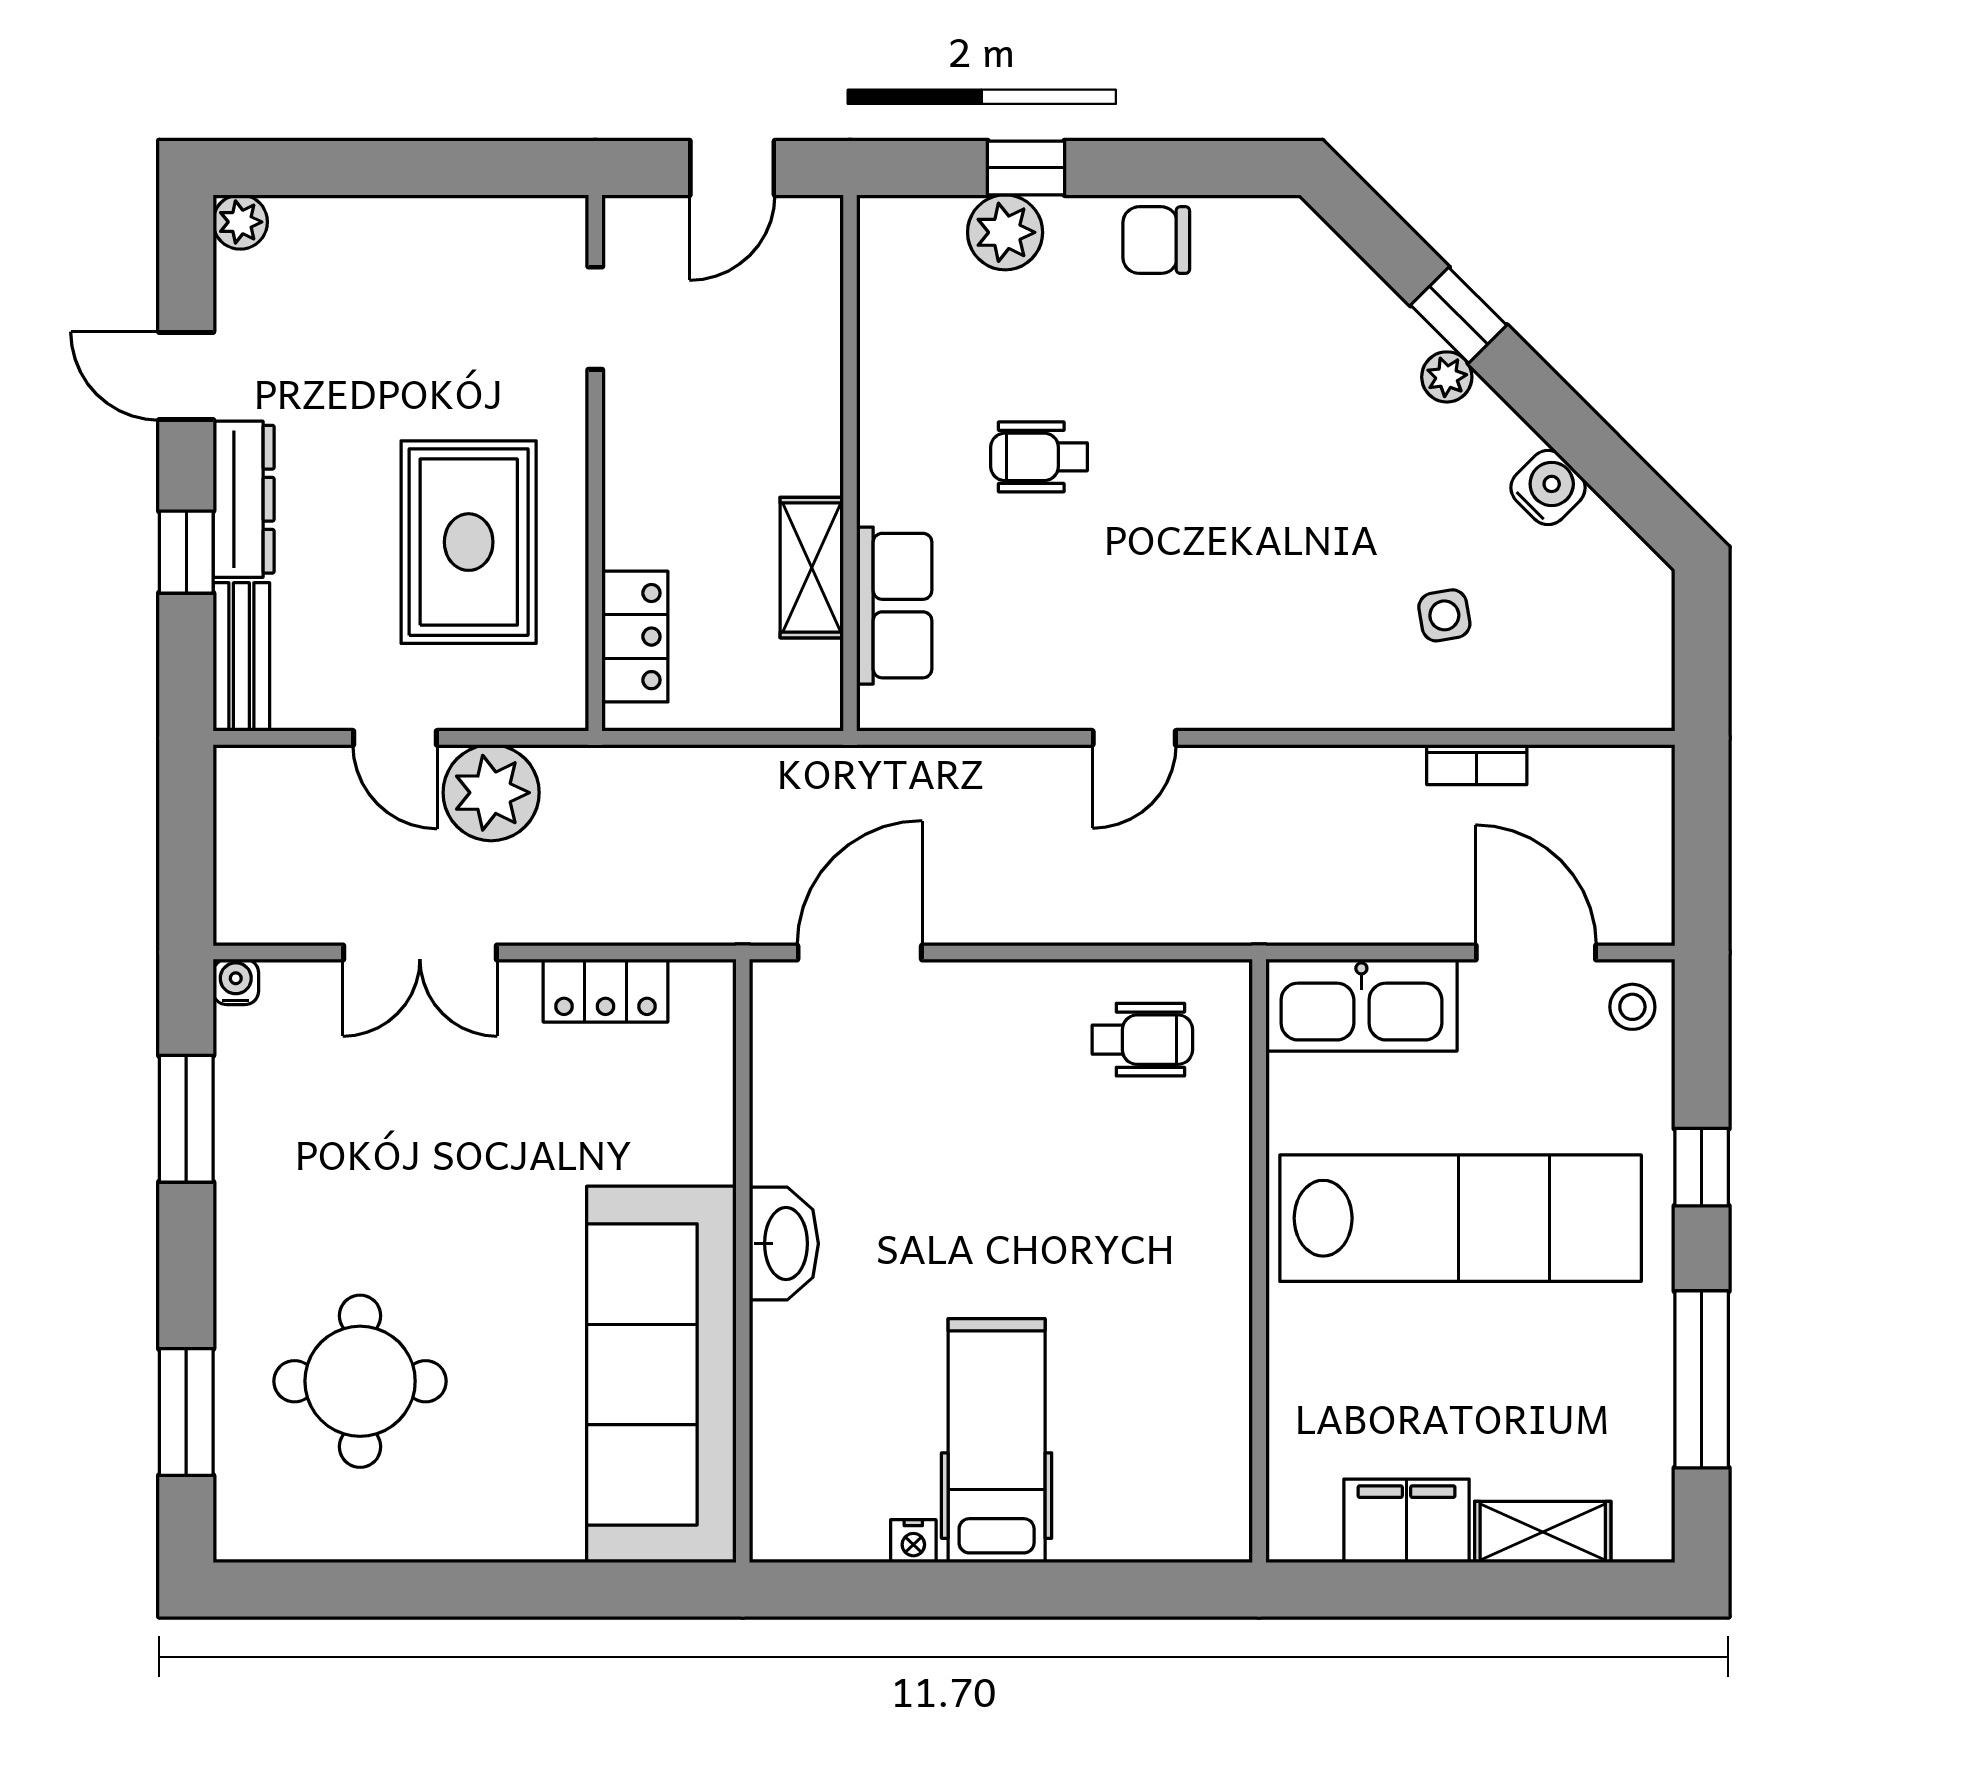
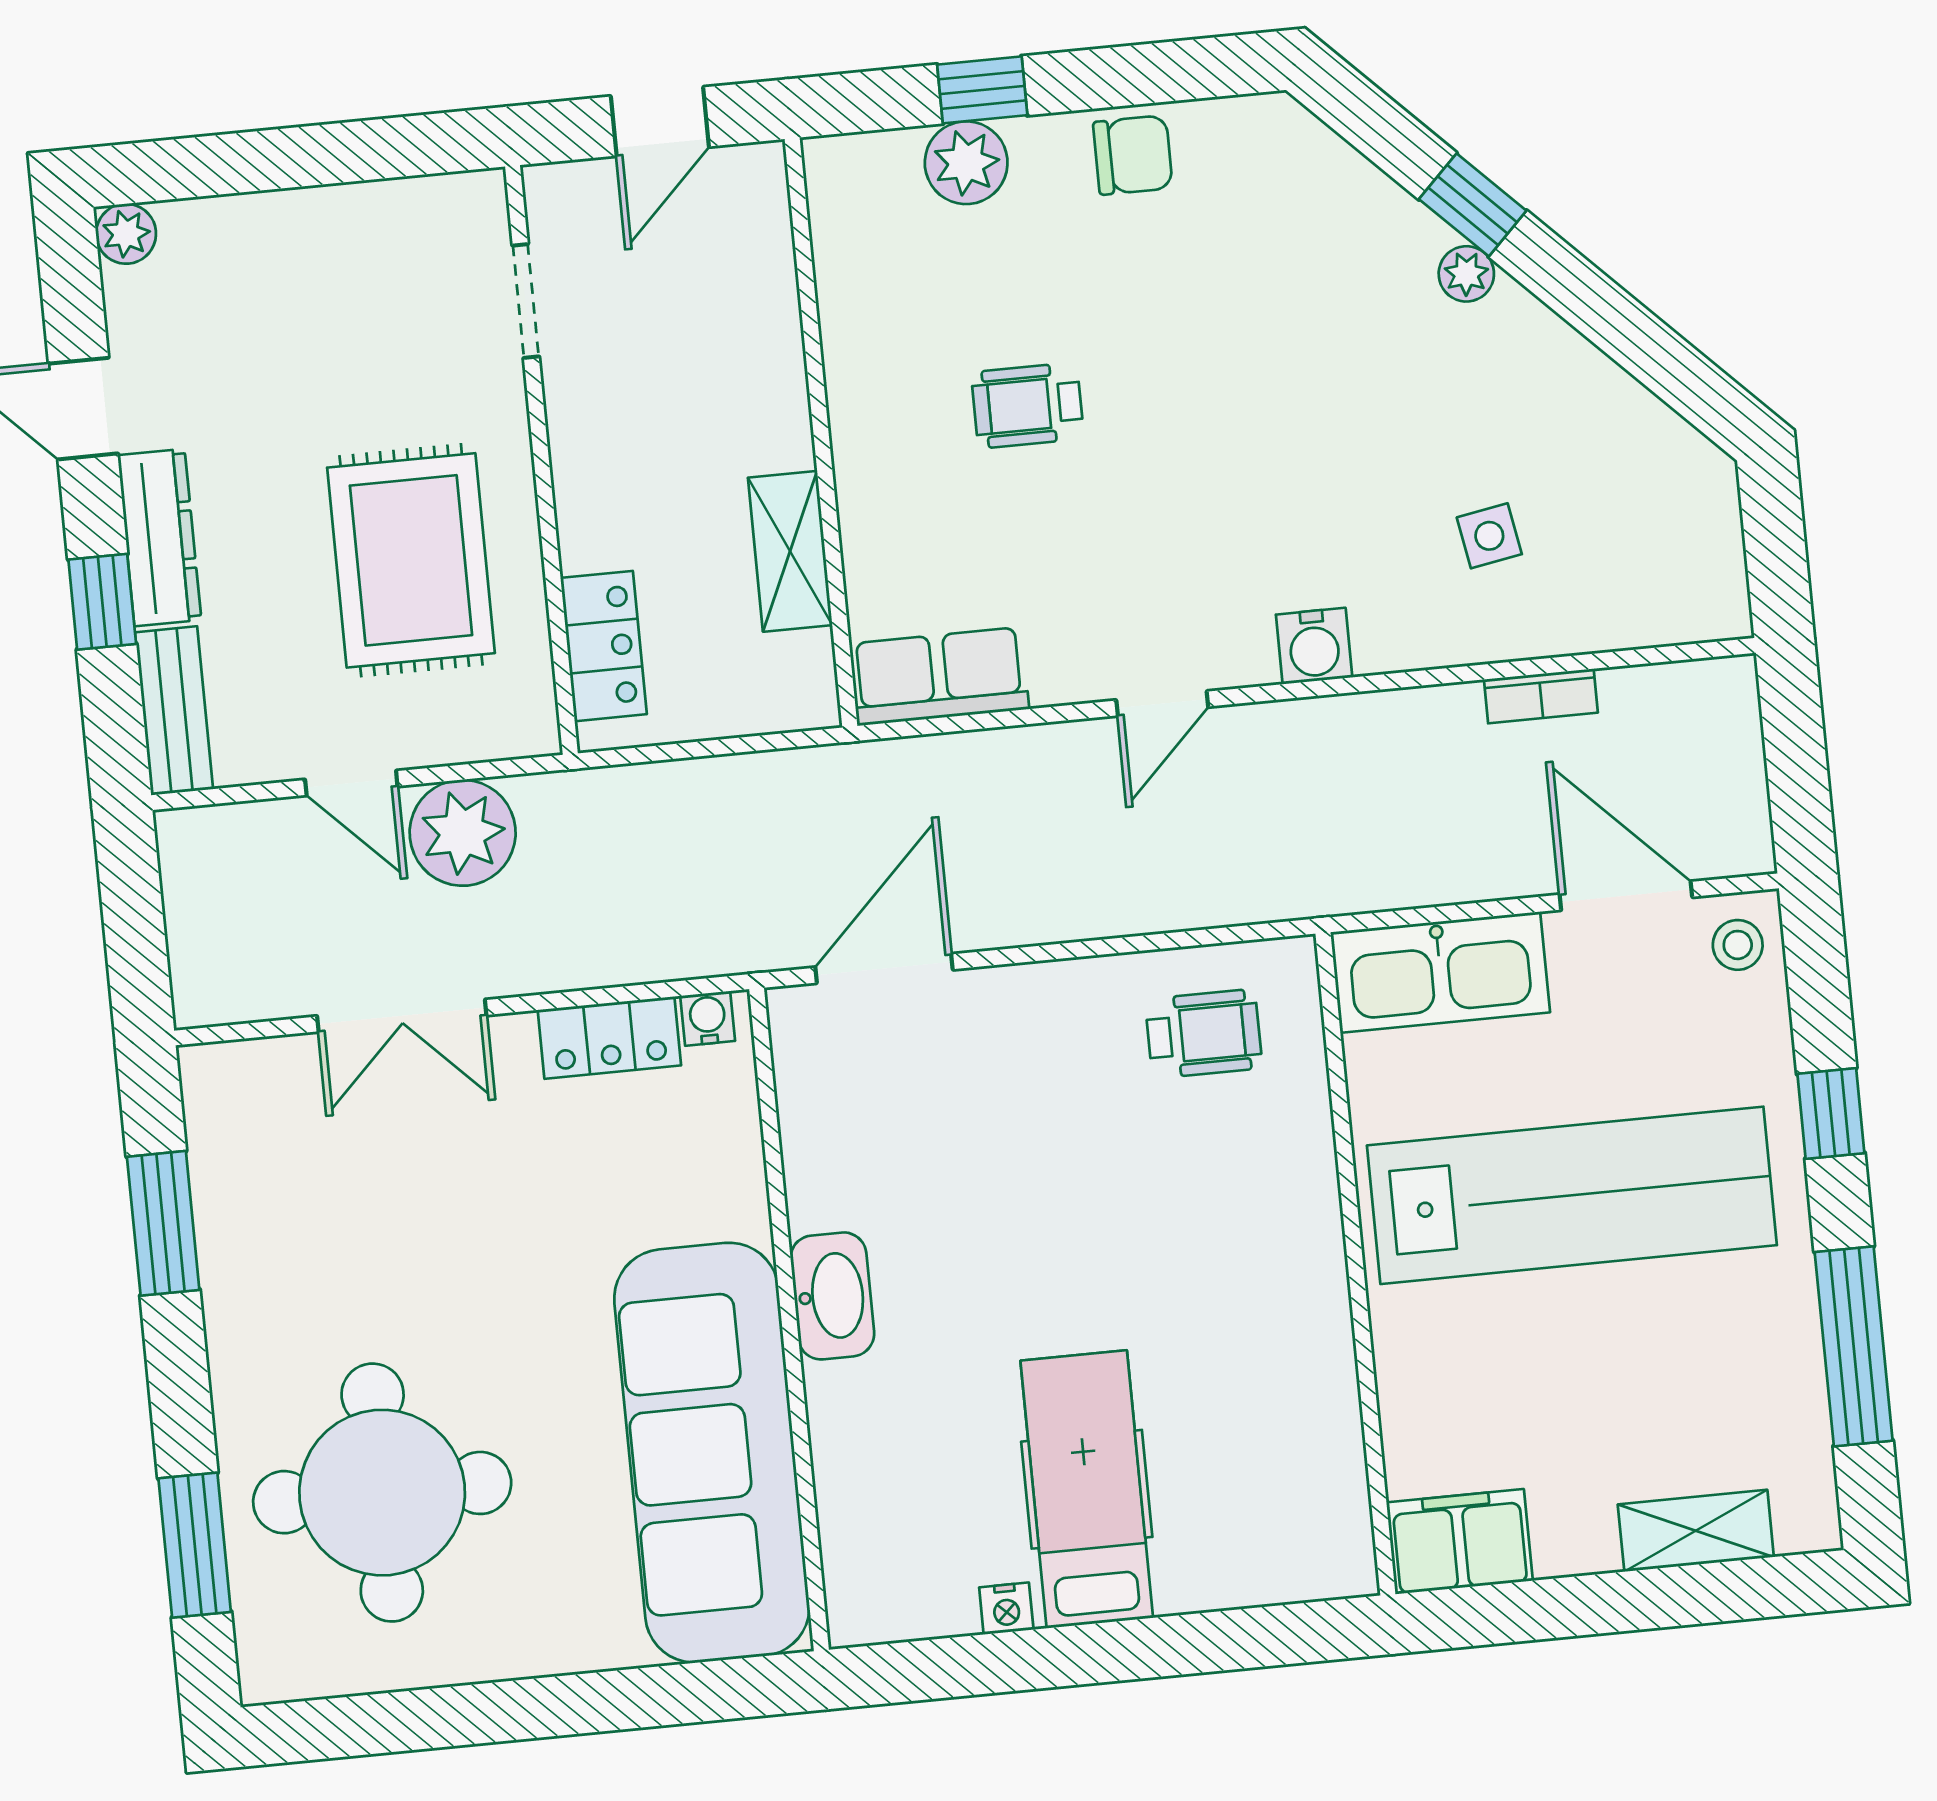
chair: (1156, 240) -> (1133, 155), turned 180
water cooler: (1548, 488) -> (1314, 646), moved, turned 135
row of seats: (894, 606) -> (939, 676), moved, turned -90
water cooler: (236, 982) -> (708, 1018), moved
round table: (360, 1381) -> (382, 1493), width x1.36, depth x1.36
filing cabinet: (1407, 1521) -> (1460, 1542), moved

